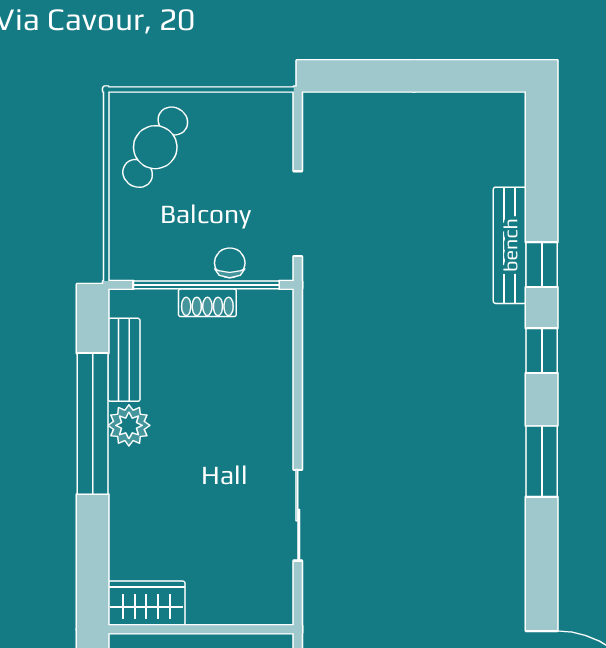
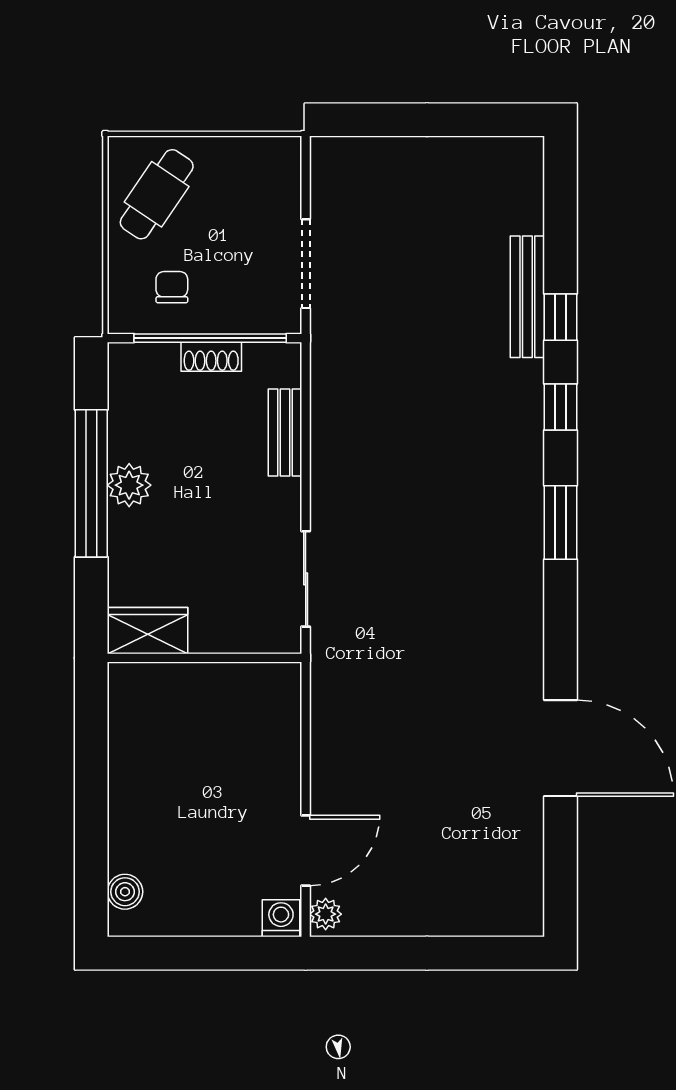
chair: (230, 263) -> (172, 287), moved
bench: (124, 360) -> (285, 433), moved
wardrobe: (146, 603) -> (148, 631), moved
wall: (201, 629) -> (205, 658), moved

